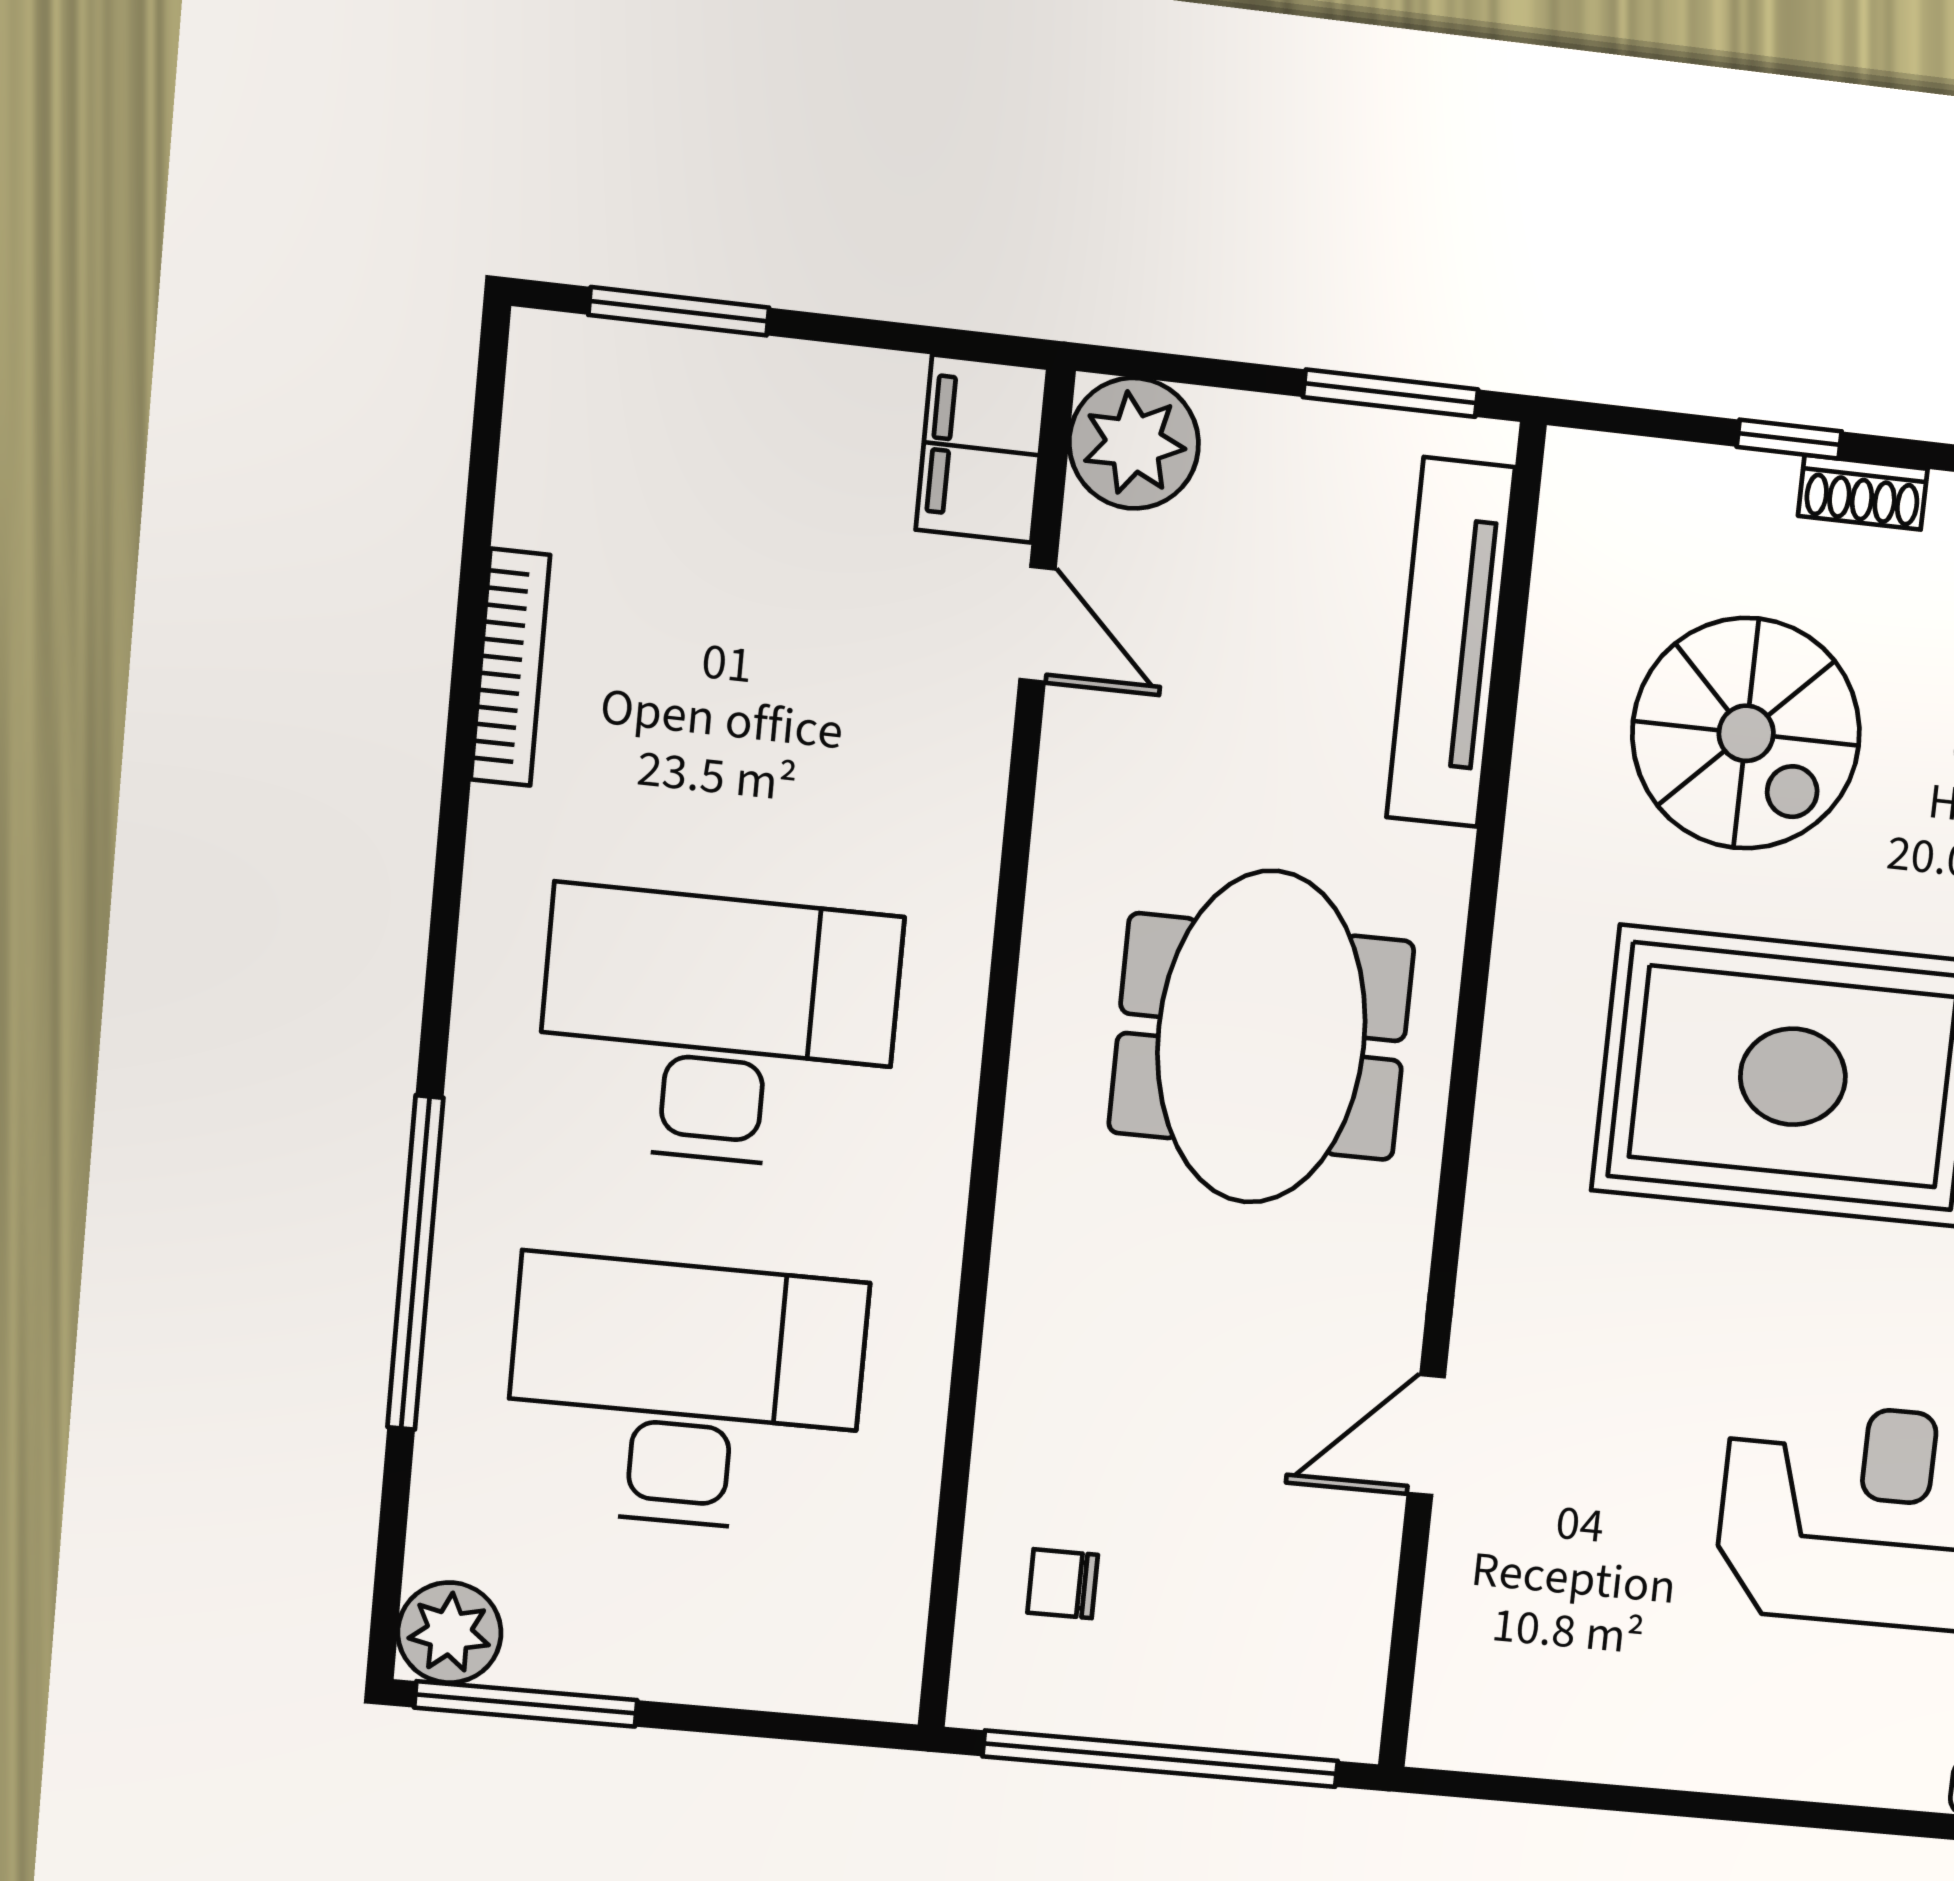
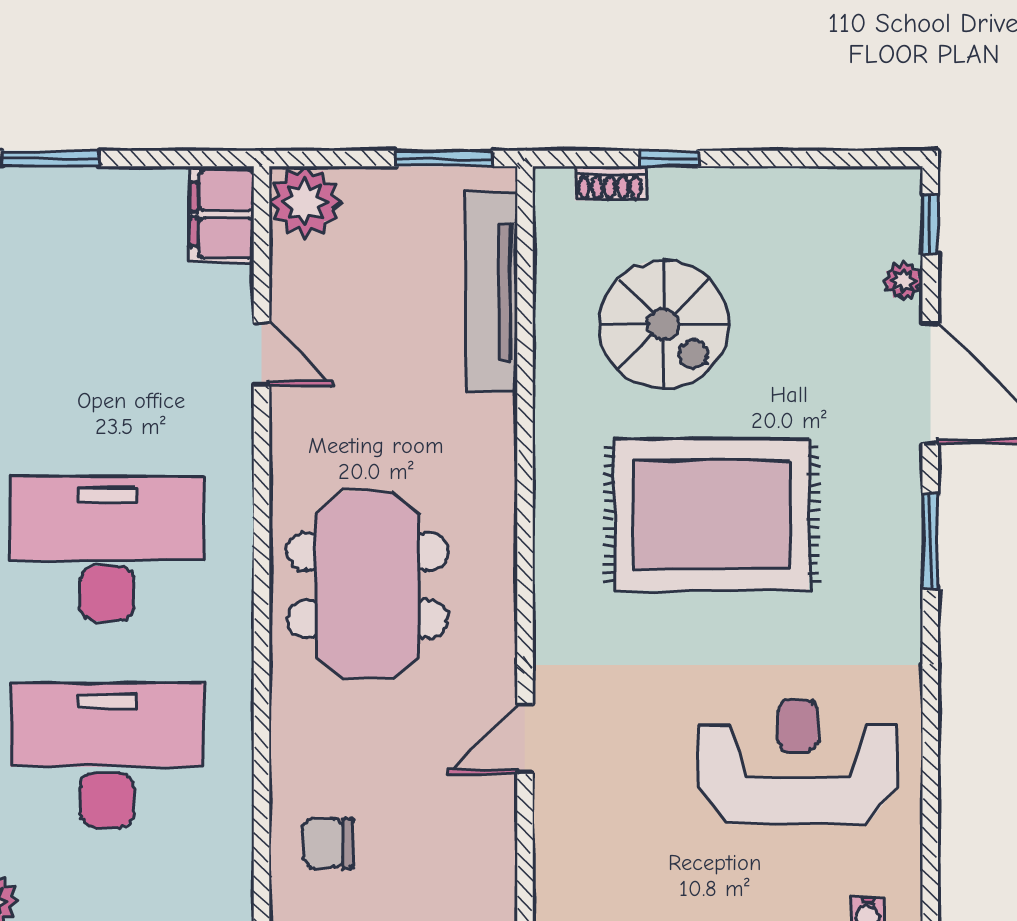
shoe rack: (1863, 492) -> (610, 183), moved
door: (1037, 624) -> (262, 354), moved
meeting table: (1261, 1037) -> (368, 585), moved
chair: (1063, 1584) -> (328, 843), width x1.37, depth x1.37

